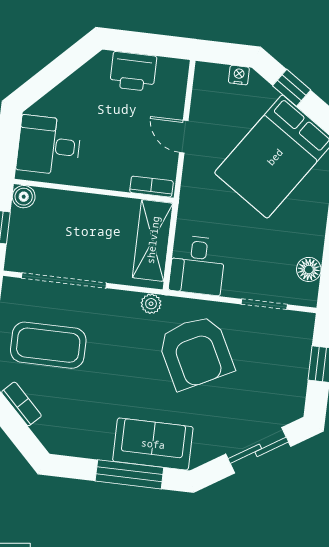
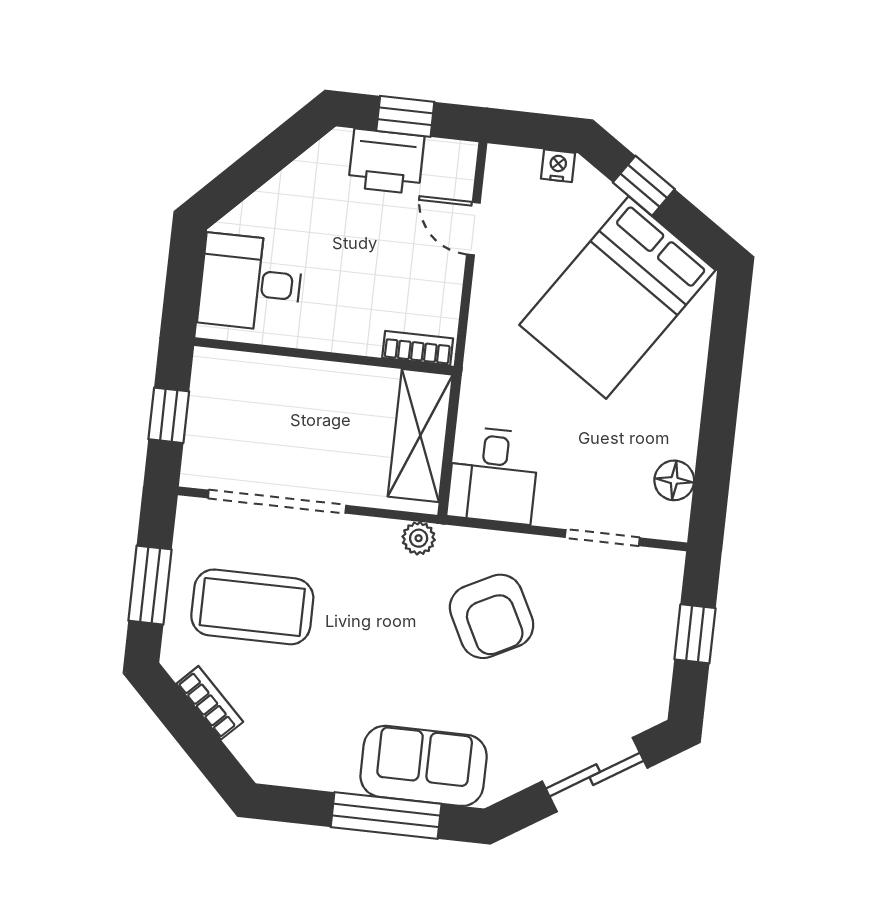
window: (145, 44) -> (405, 116), added
door: (184, 137) -> (473, 229), moved
boiler: (24, 197) -> (210, 366), removed
armchair: (196, 352) -> (492, 616), width x0.73, depth x0.73

